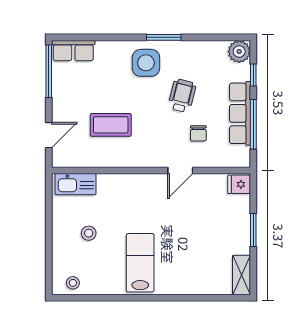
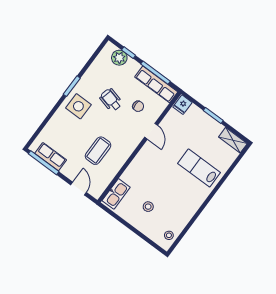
row of seats: (73, 51) -> (51, 157), moved, turned -90
plant: (239, 52) -> (119, 58), moved
row of seats: (240, 113) -> (156, 84), moved
lab bench: (140, 263) -> (199, 168), moved

